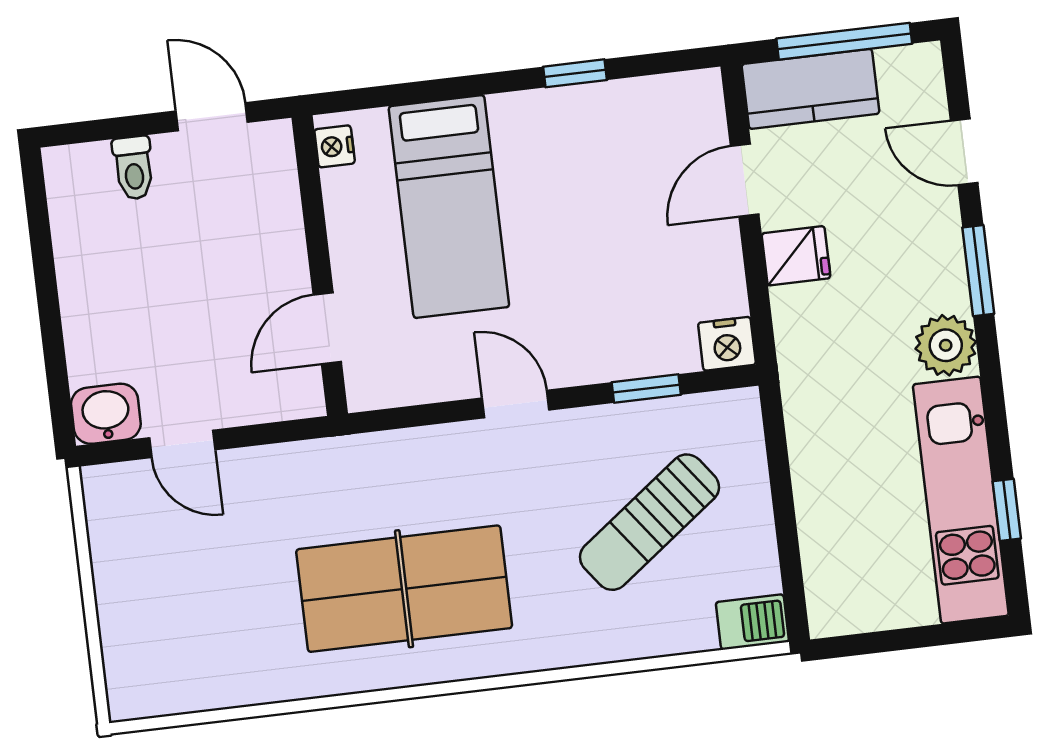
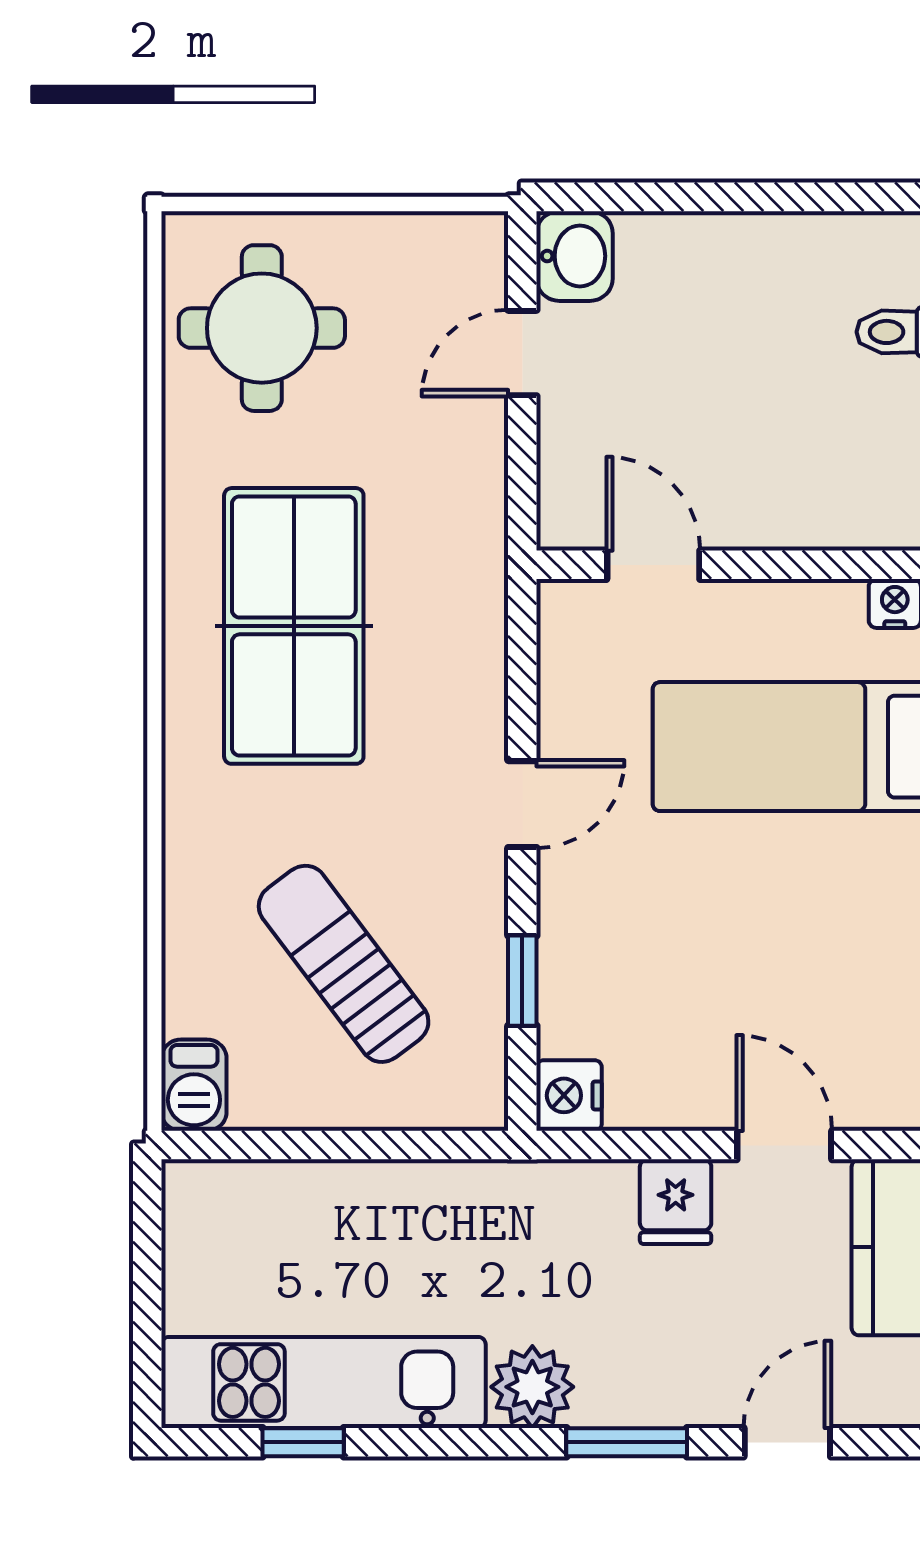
round table: (187, 639) -> (262, 328), added

